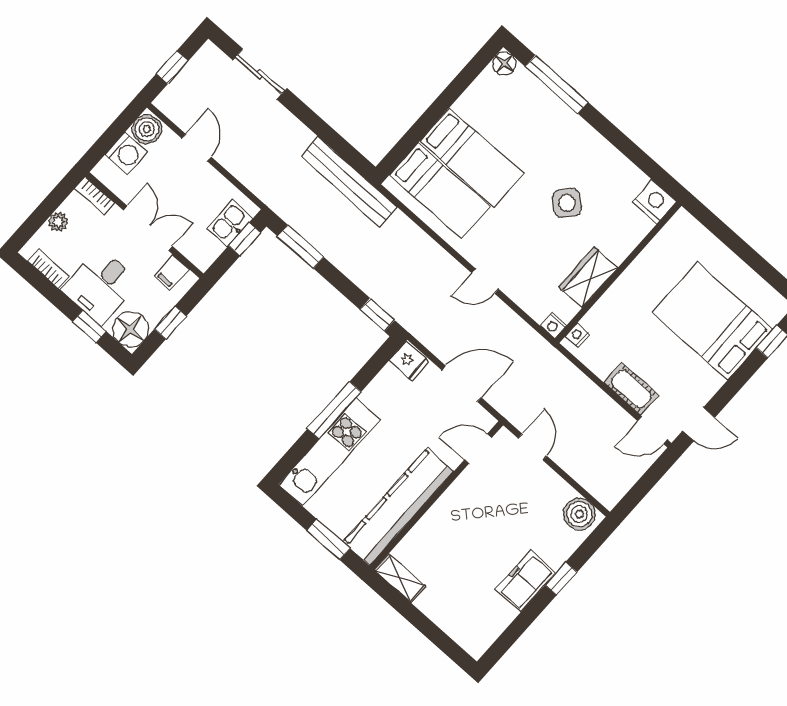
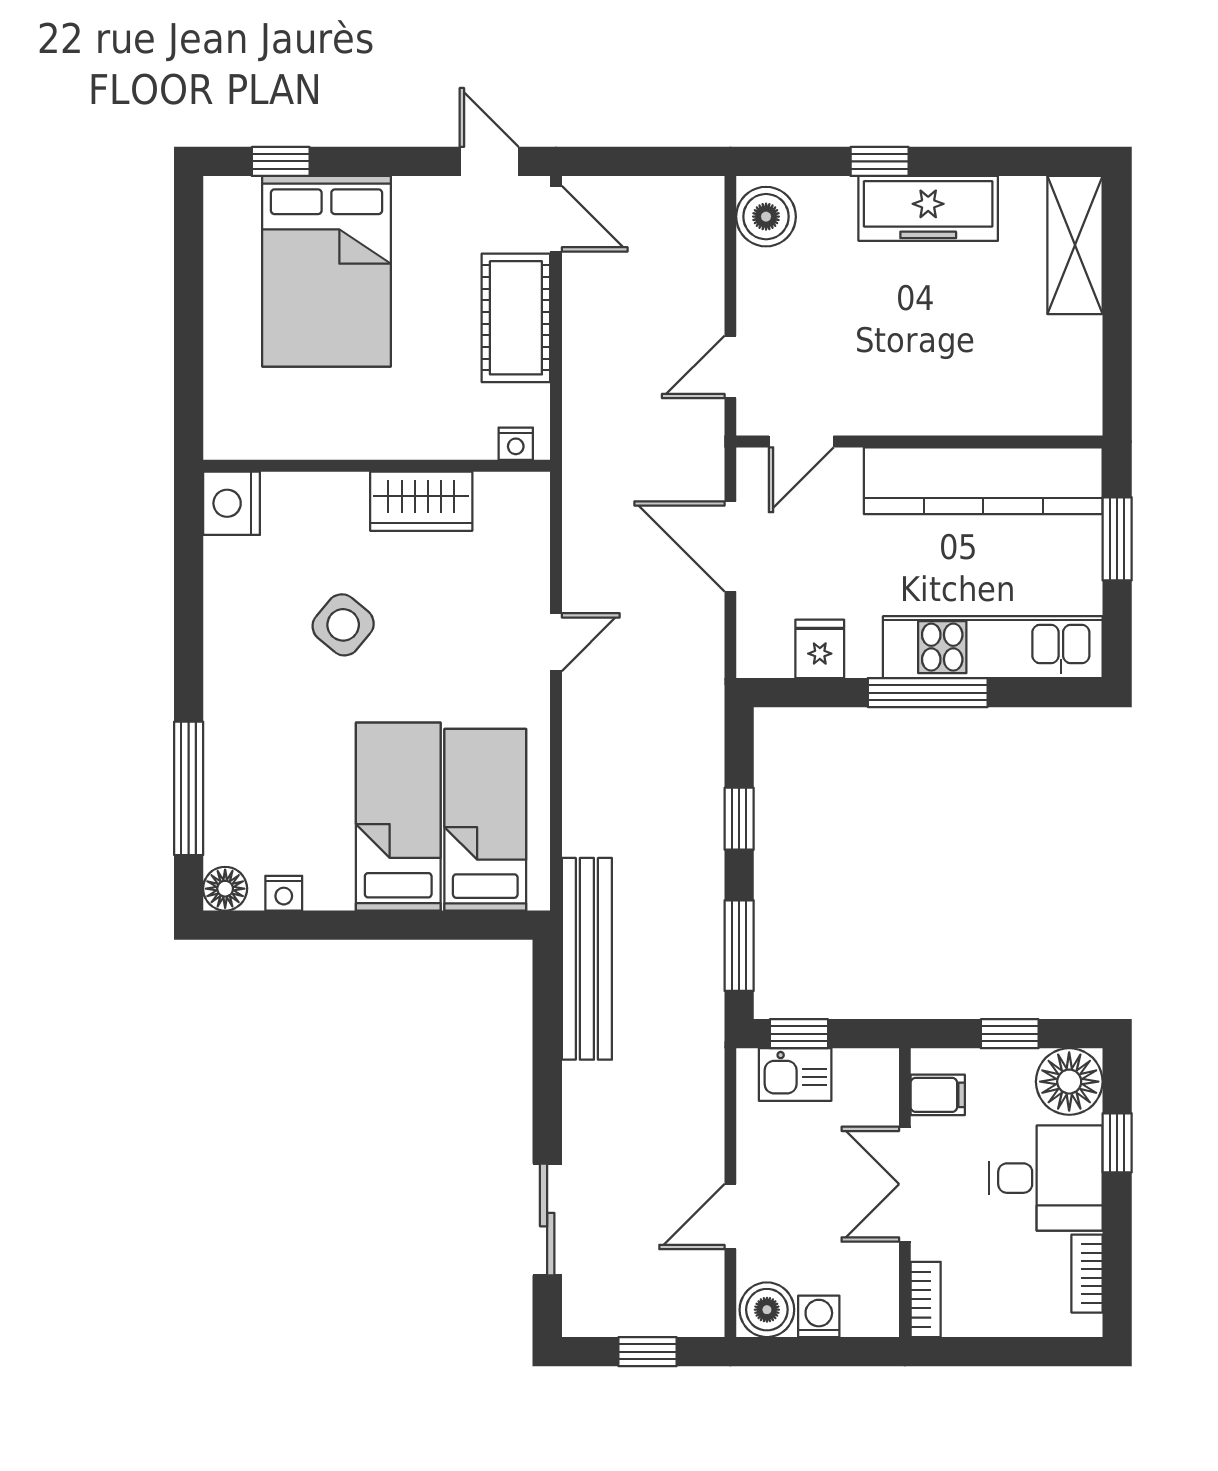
washing machine: (126, 153) -> (819, 1316), width x0.73, depth x0.73
plant: (58, 222) -> (1009, 1318), removed
door: (485, 281) -> (556, 642), hinge flipped
window: (377, 315) -> (739, 819), moved
nightstand: (553, 326) -> (284, 893), moved, turned 90
fridge: (409, 361) -> (820, 649), moved
cot: (631, 389) -> (516, 318), width x1.37, depth x1.34
door: (478, 449) -> (801, 442), hinge flipped
shelving: (400, 578) -> (1075, 245), moved, width x1.50, depth x1.33
freezer: (525, 581) -> (928, 208), width x1.40

